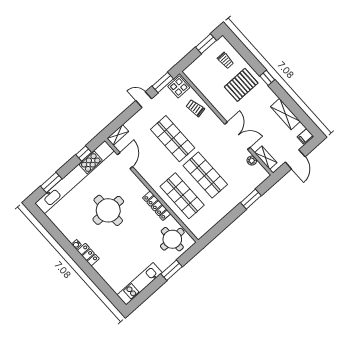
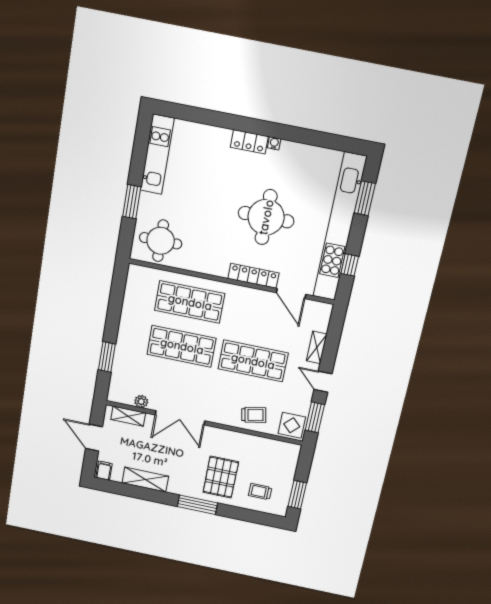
window: (267, 78) -> (197, 505), width x2.17
door: (144, 100) -> (323, 382), swing flipped
shelving: (118, 135) -> (317, 347), moved
locker: (157, 206) -> (253, 276), moved

